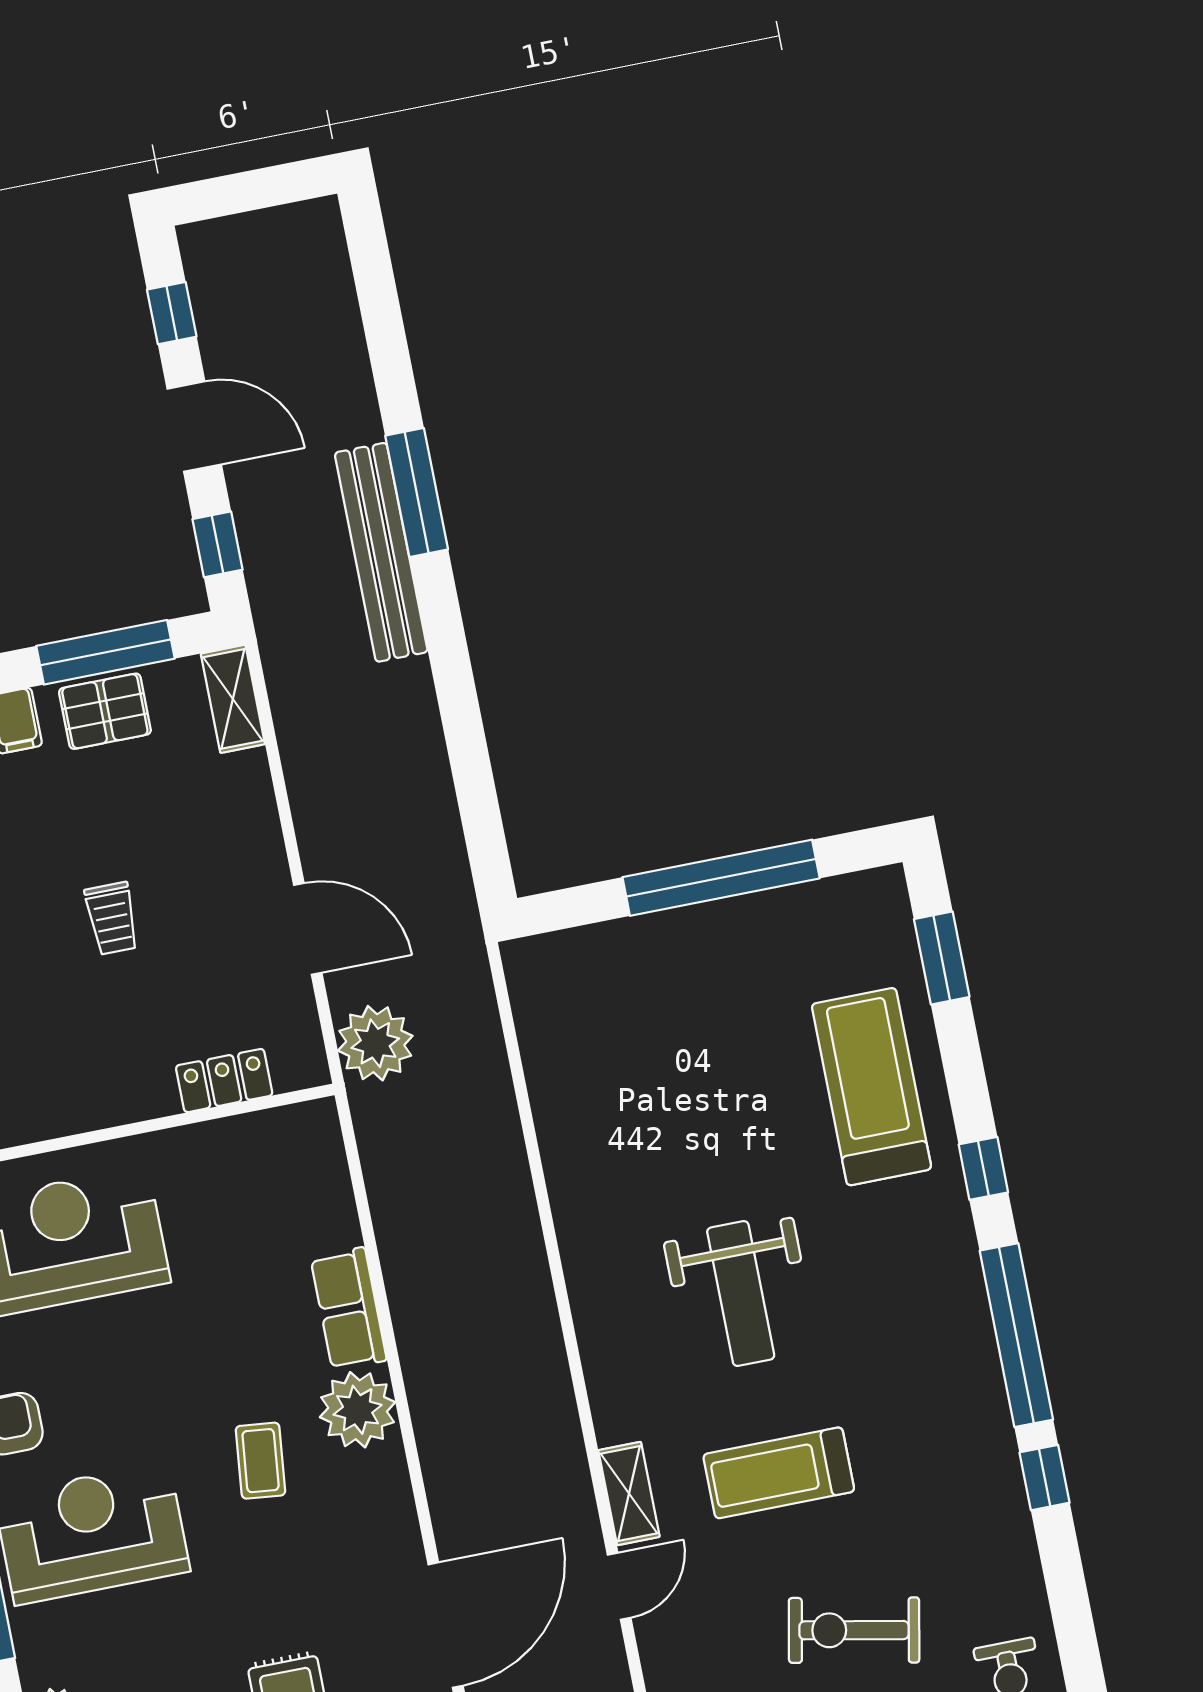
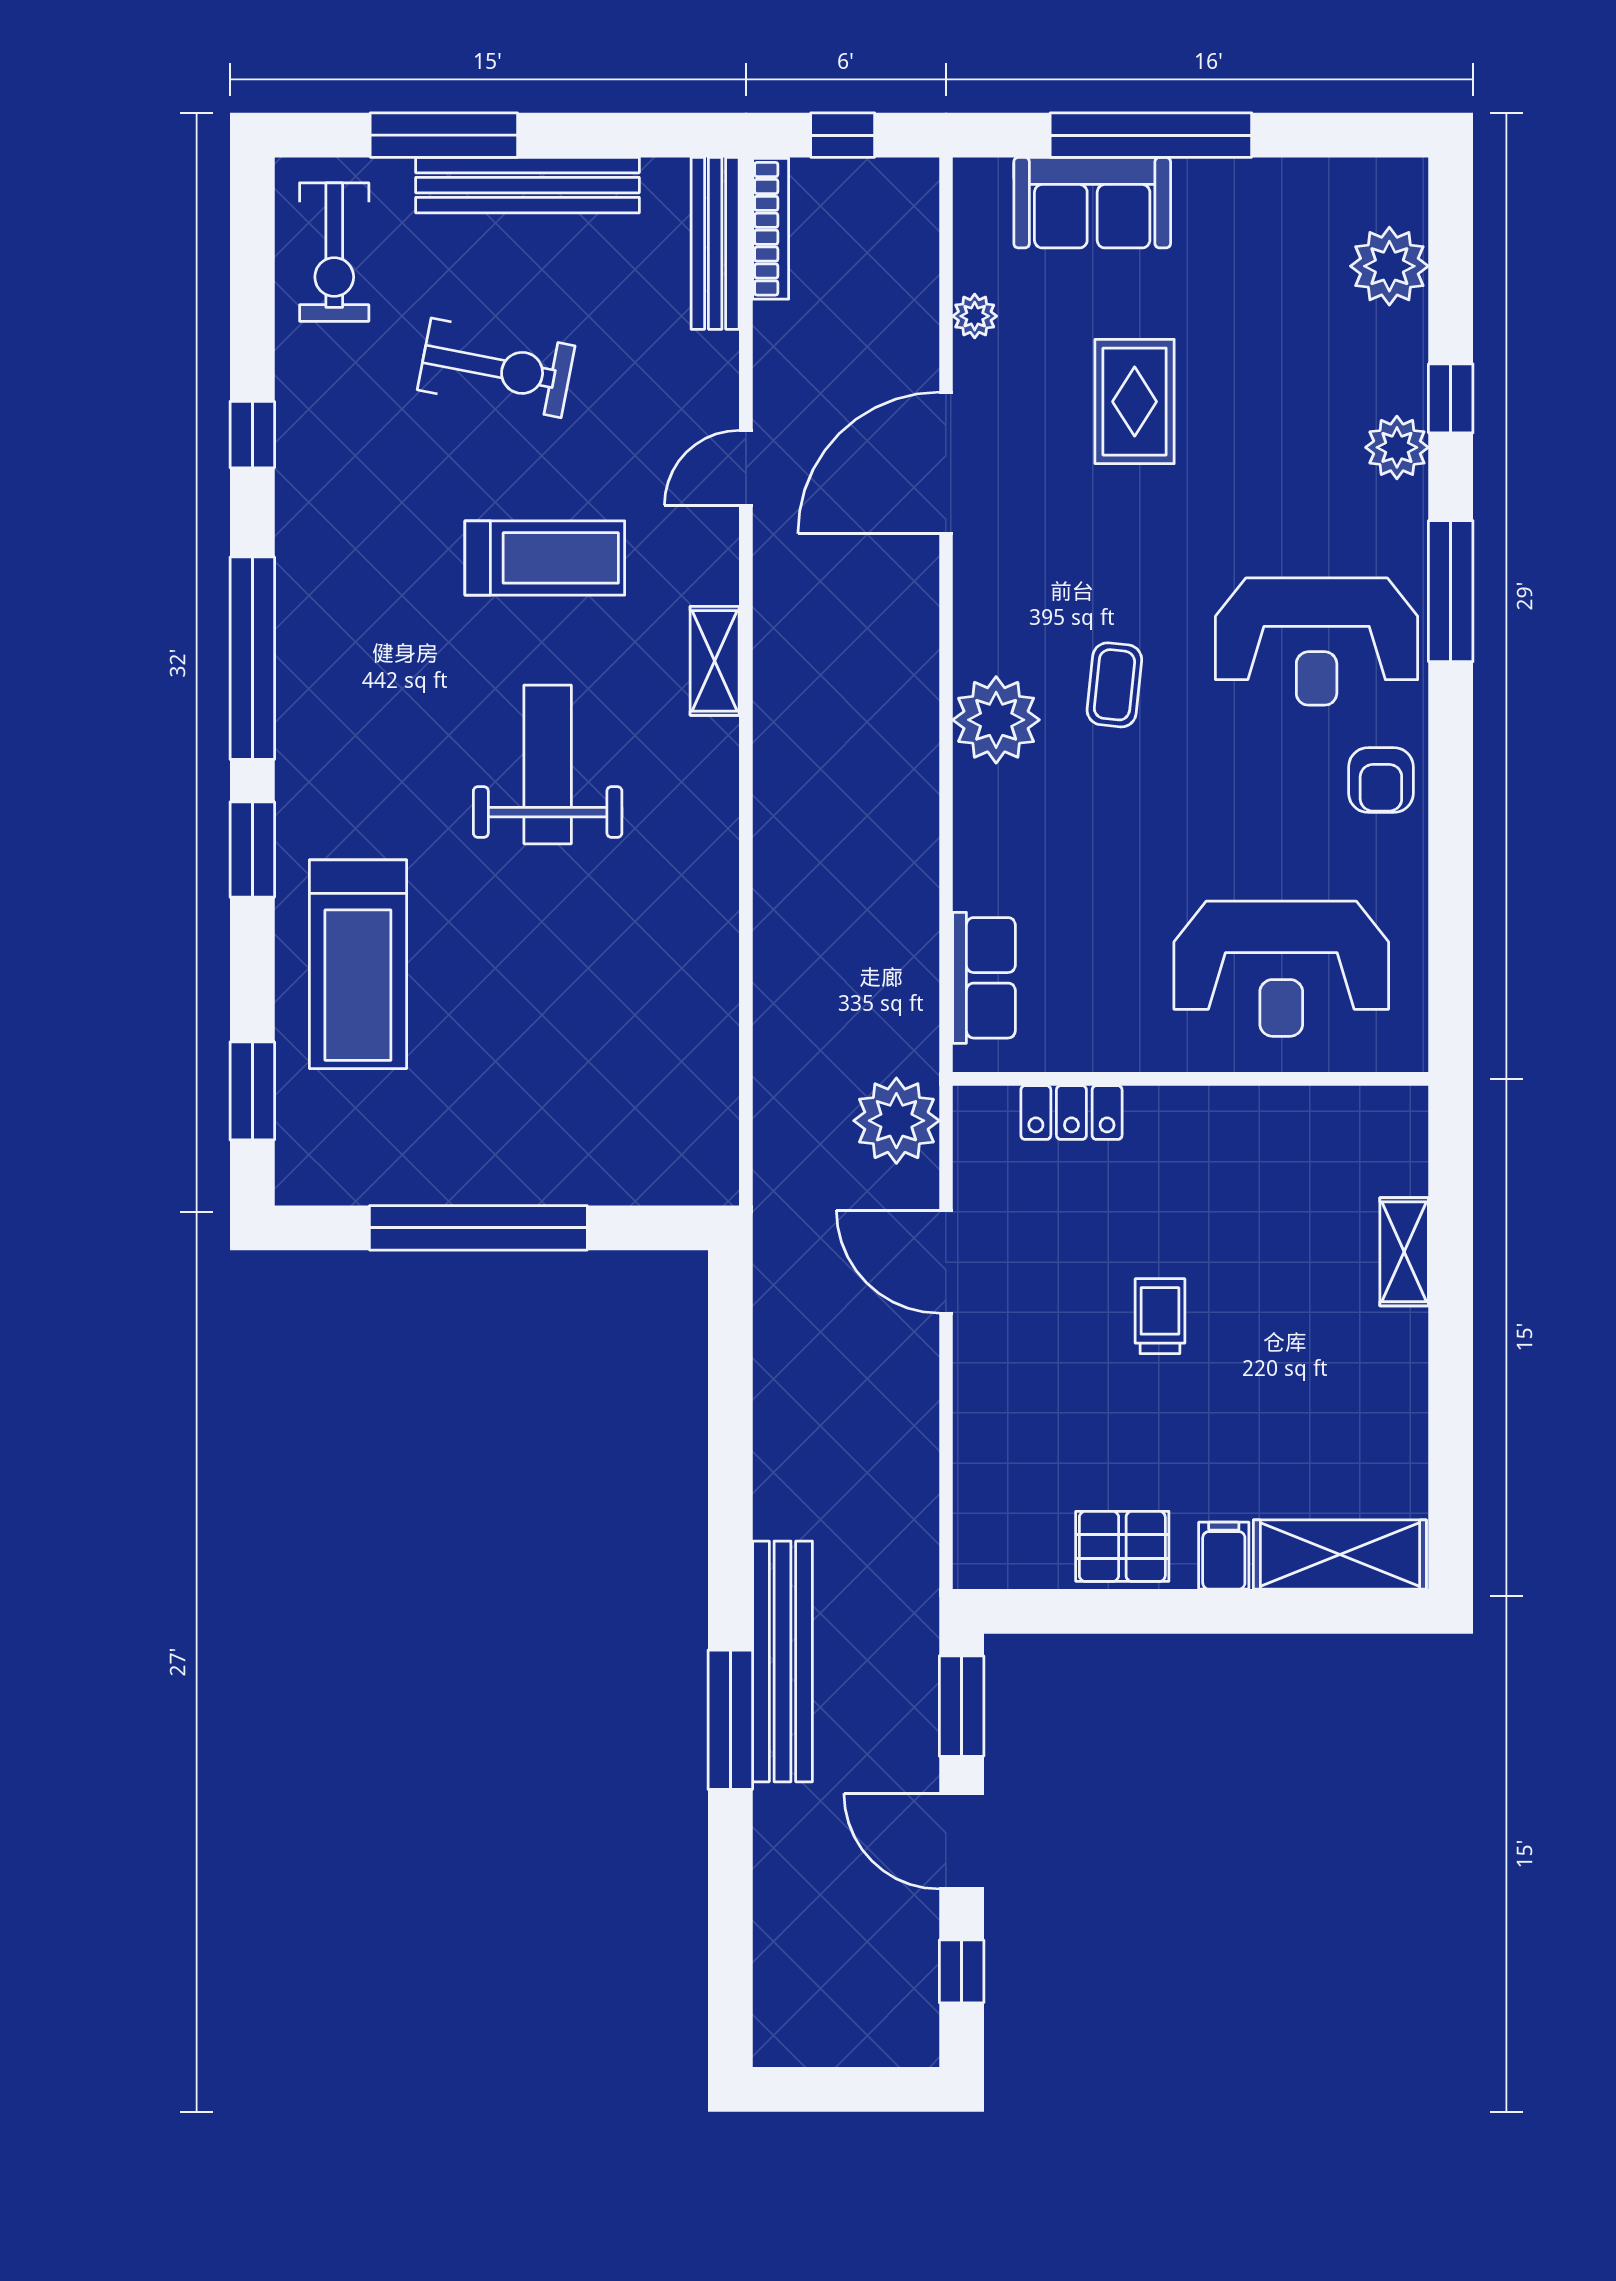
window: (217, 544) -> (962, 1706), width x1.50
window: (105, 652) -> (1109, 1611), removed
shelving: (233, 699) -> (978, 1532), removed
window: (983, 1168) -> (252, 850), width x1.50
row of seats: (349, 1309) -> (984, 978), moved
window: (1045, 1478) -> (252, 435), moved
shelving: (629, 1493) -> (715, 661), moved

